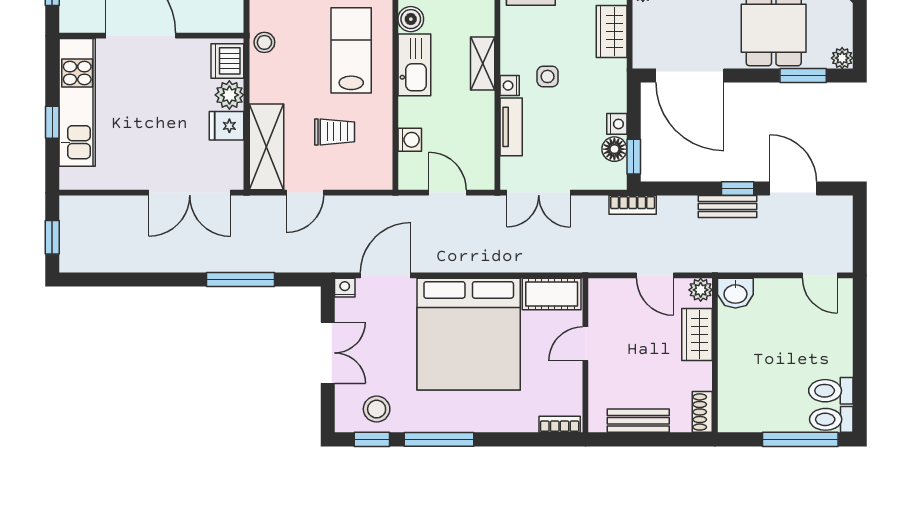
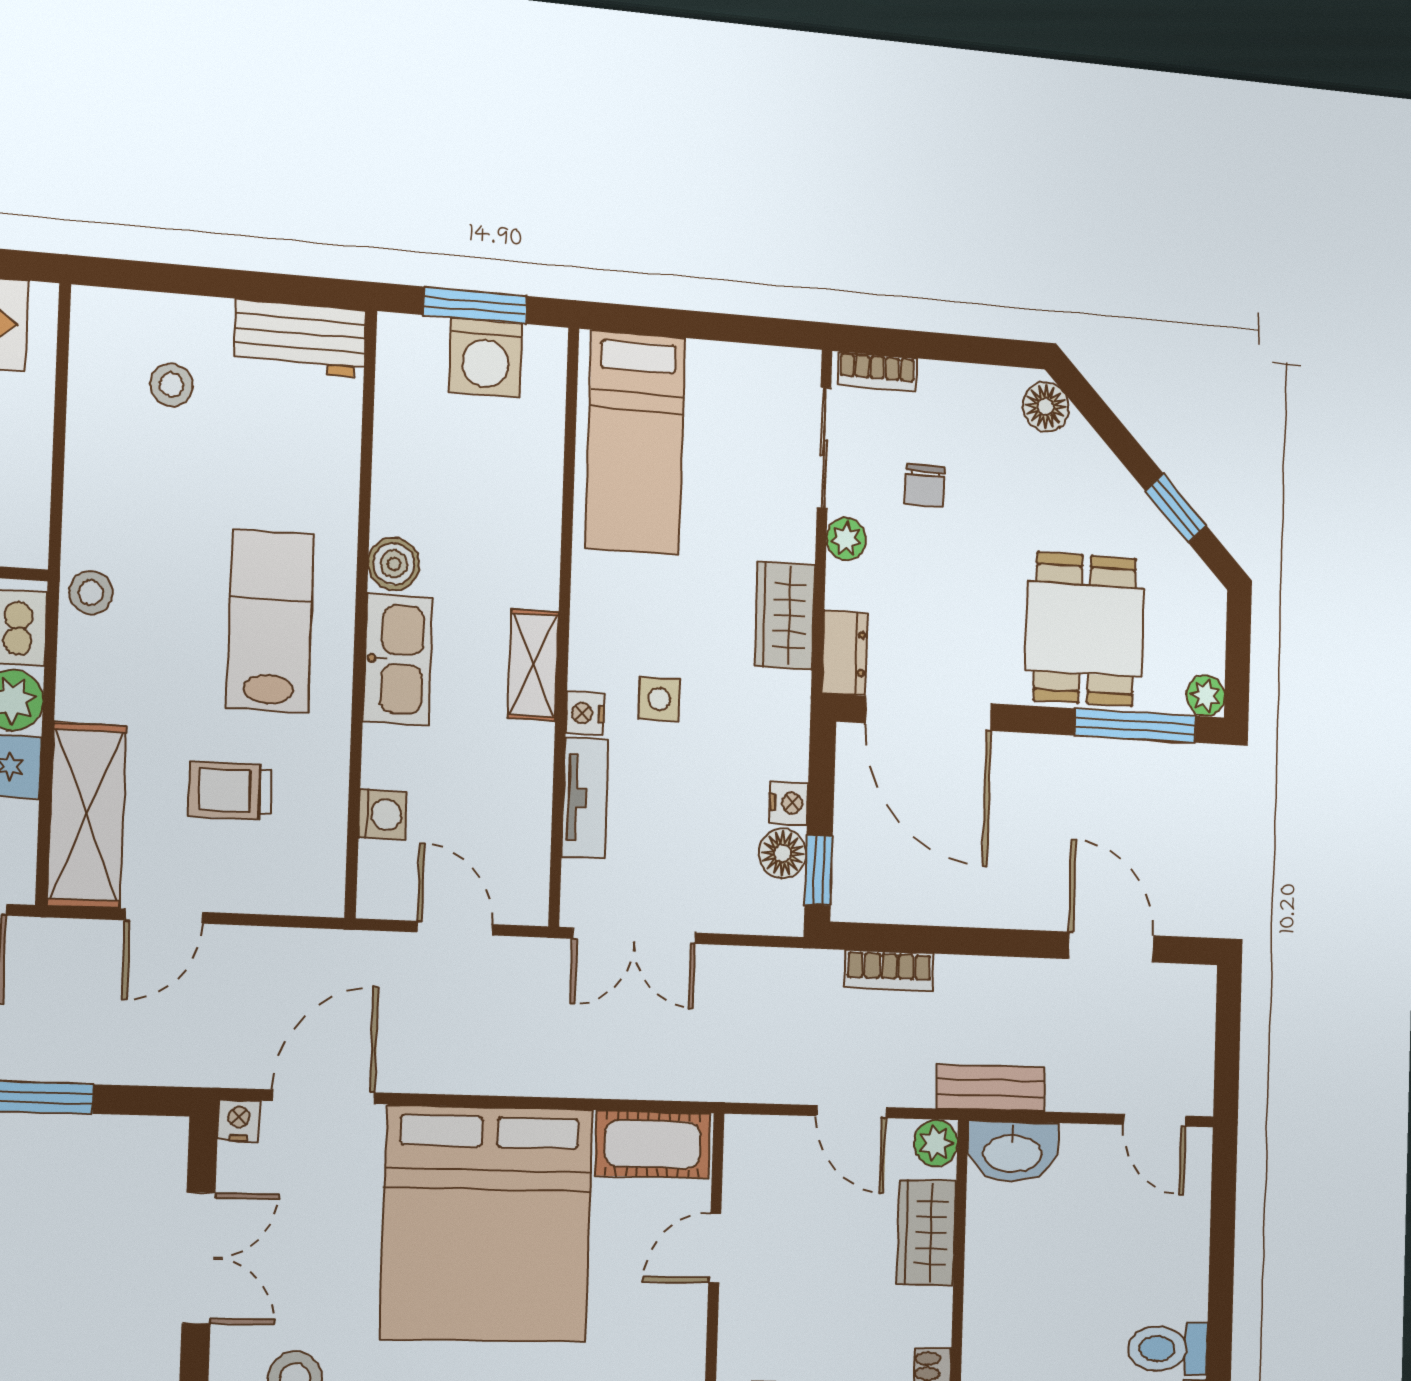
dresser: (644, 48) -> (845, 653), added
window: (803, 76) -> (1135, 726), width x1.44
trolley: (335, 132) -> (230, 790), turned 180
window: (738, 189) -> (1010, 943), removed
bookcase: (633, 205) -> (889, 971), moved
bench: (728, 207) -> (991, 1088), moved
washbasin: (735, 293) -> (1013, 1152), width x1.38

